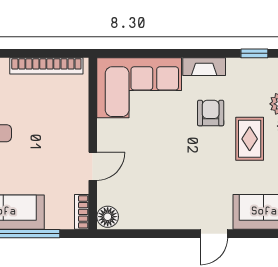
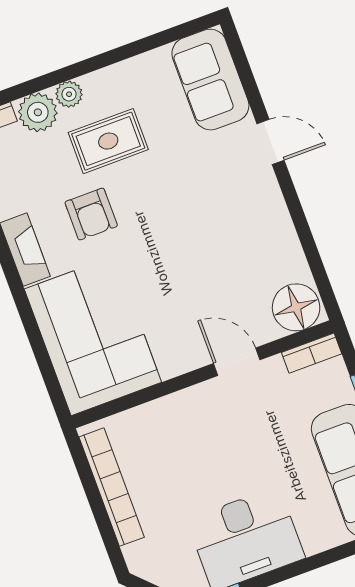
armchair: (211, 113) -> (91, 214), turned -90
floor lamp: (108, 217) -> (296, 307), width x1.38, depth x1.38

